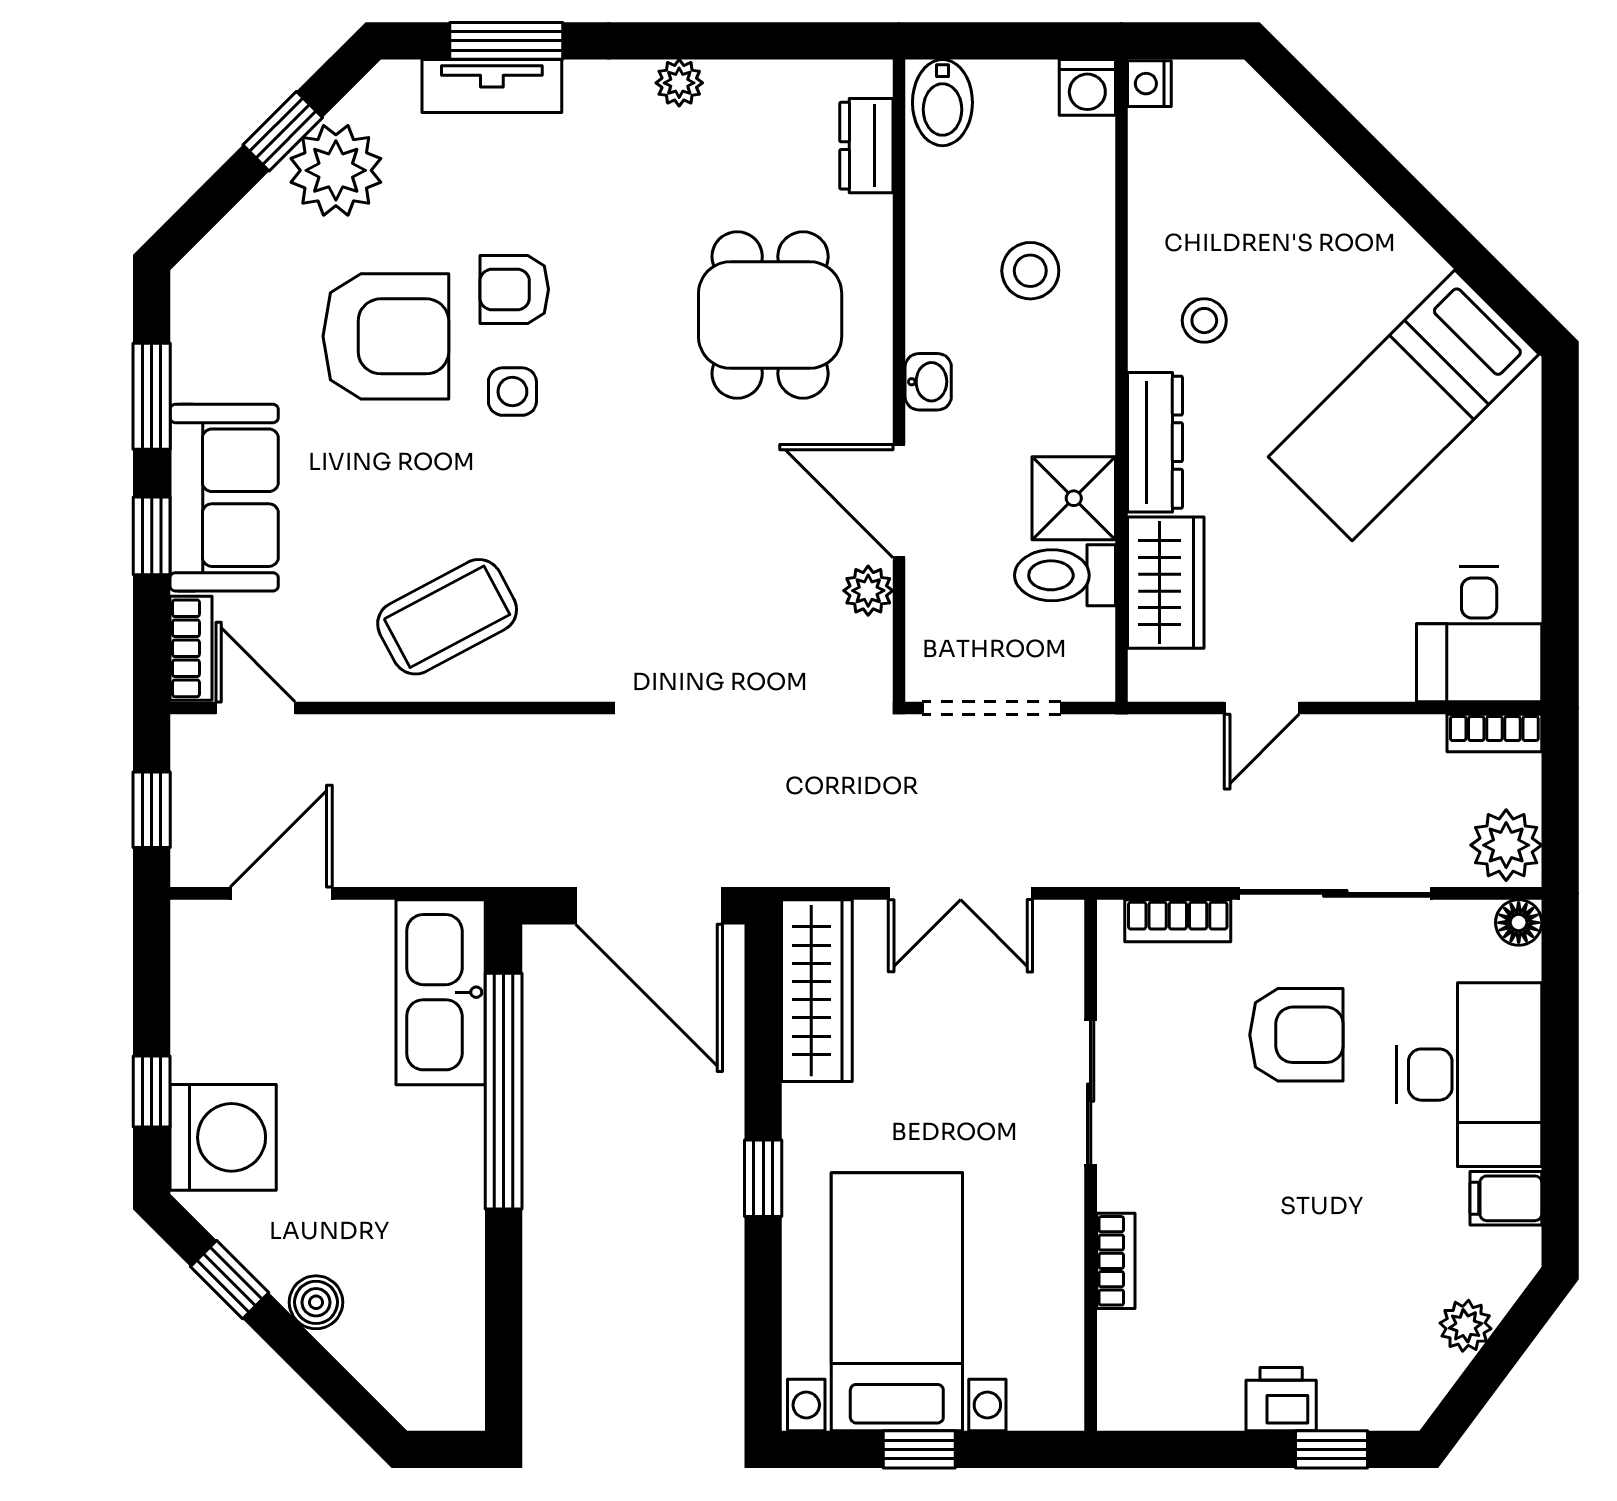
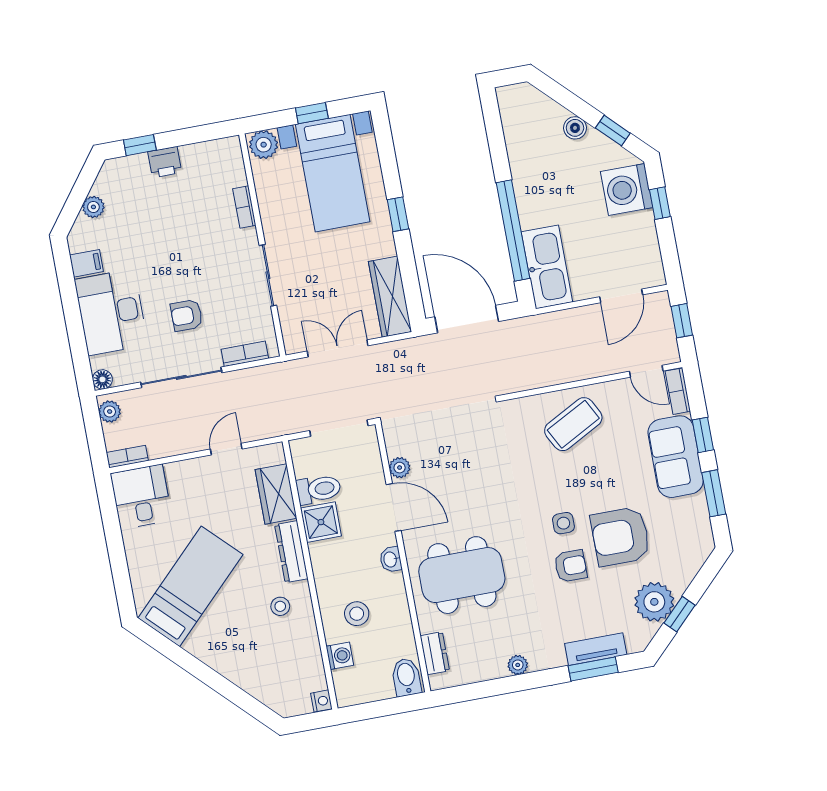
washing machine: (1087, 87) -> (340, 656), moved, turned 90
dining table: (770, 315) -> (462, 575), width x1.38
plant: (1506, 845) -> (110, 412), width x0.73, depth x0.73
armchair: (1296, 1035) -> (187, 315), width x0.72, depth x0.72
plant: (1045, 1397) -> (264, 145), added

